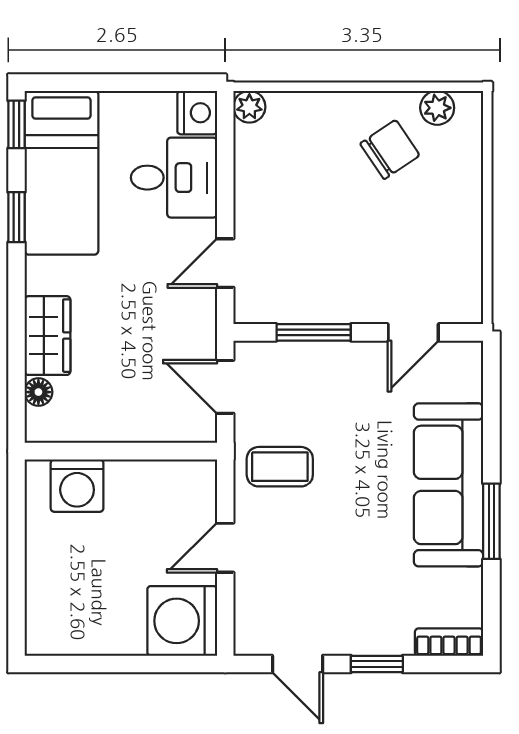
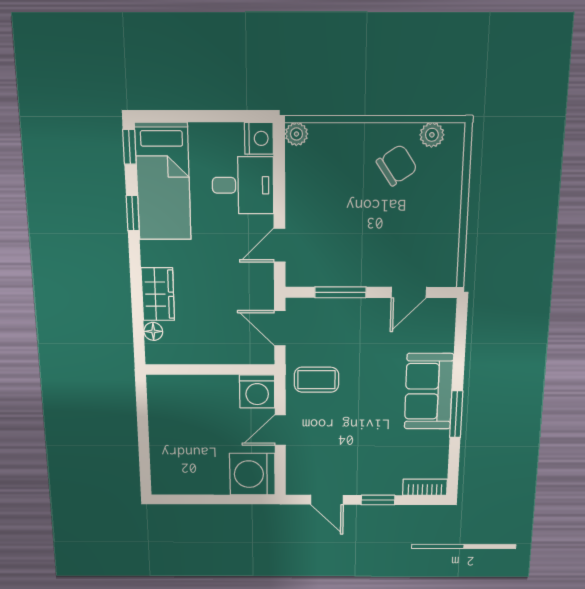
sofa: (449, 485) -> (429, 391), width x0.73
washing machine: (77, 486) -> (257, 391), moved

